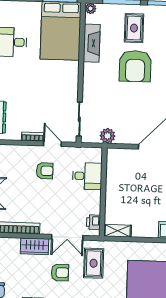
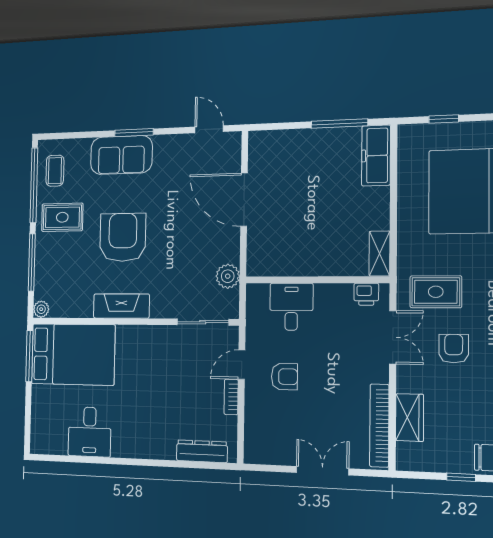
rug: (134, 28) -> (62, 217), moved
fireplace: (92, 43) -> (121, 306), moved
armchair: (135, 66) -> (123, 237), turned -90
armchair: (45, 171) -> (284, 377), turned 90
wardrobe: (35, 246) -> (410, 418), moved

